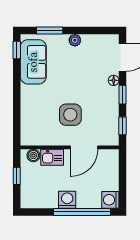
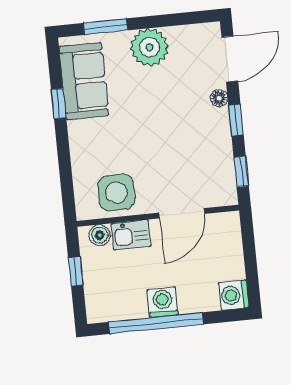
plant: (75, 40) -> (149, 47), width x1.87, depth x1.87
window: (17, 50) -> (59, 104), moved
side table: (70, 115) -> (116, 193), moved
window: (82, 212) -> (156, 323), moved

